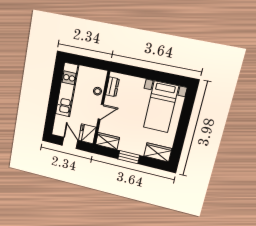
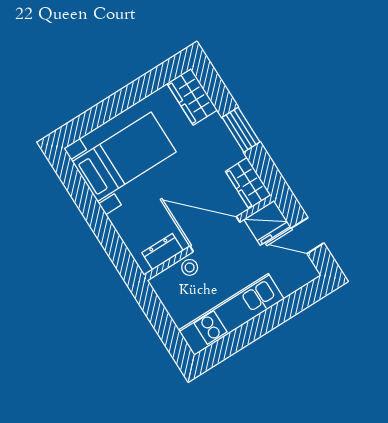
door: (101, 112) -> (215, 234), width x1.87
door: (70, 143) -> (308, 236), hinge flipped

